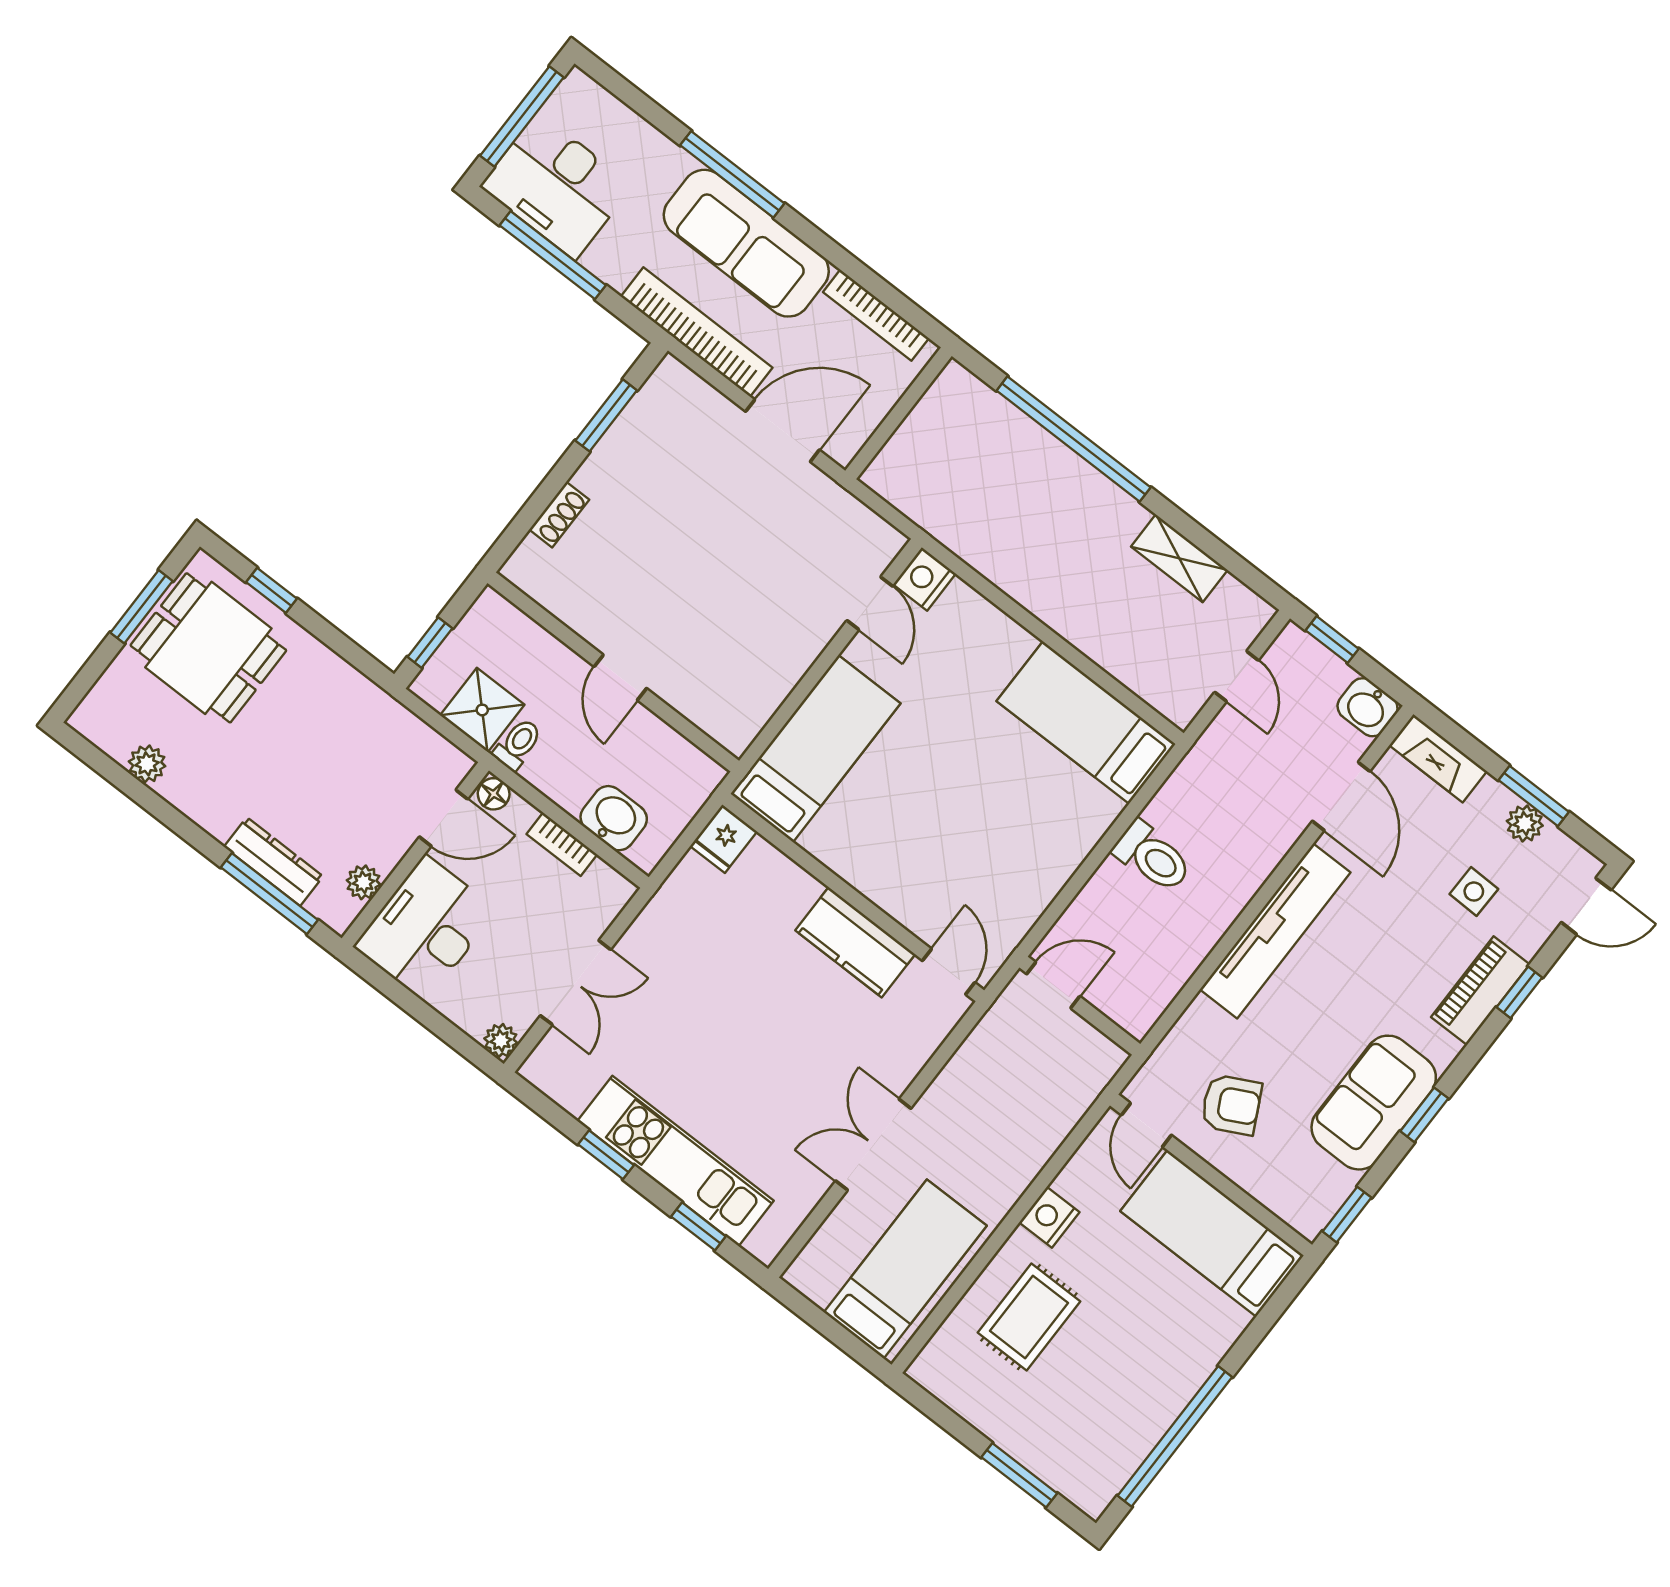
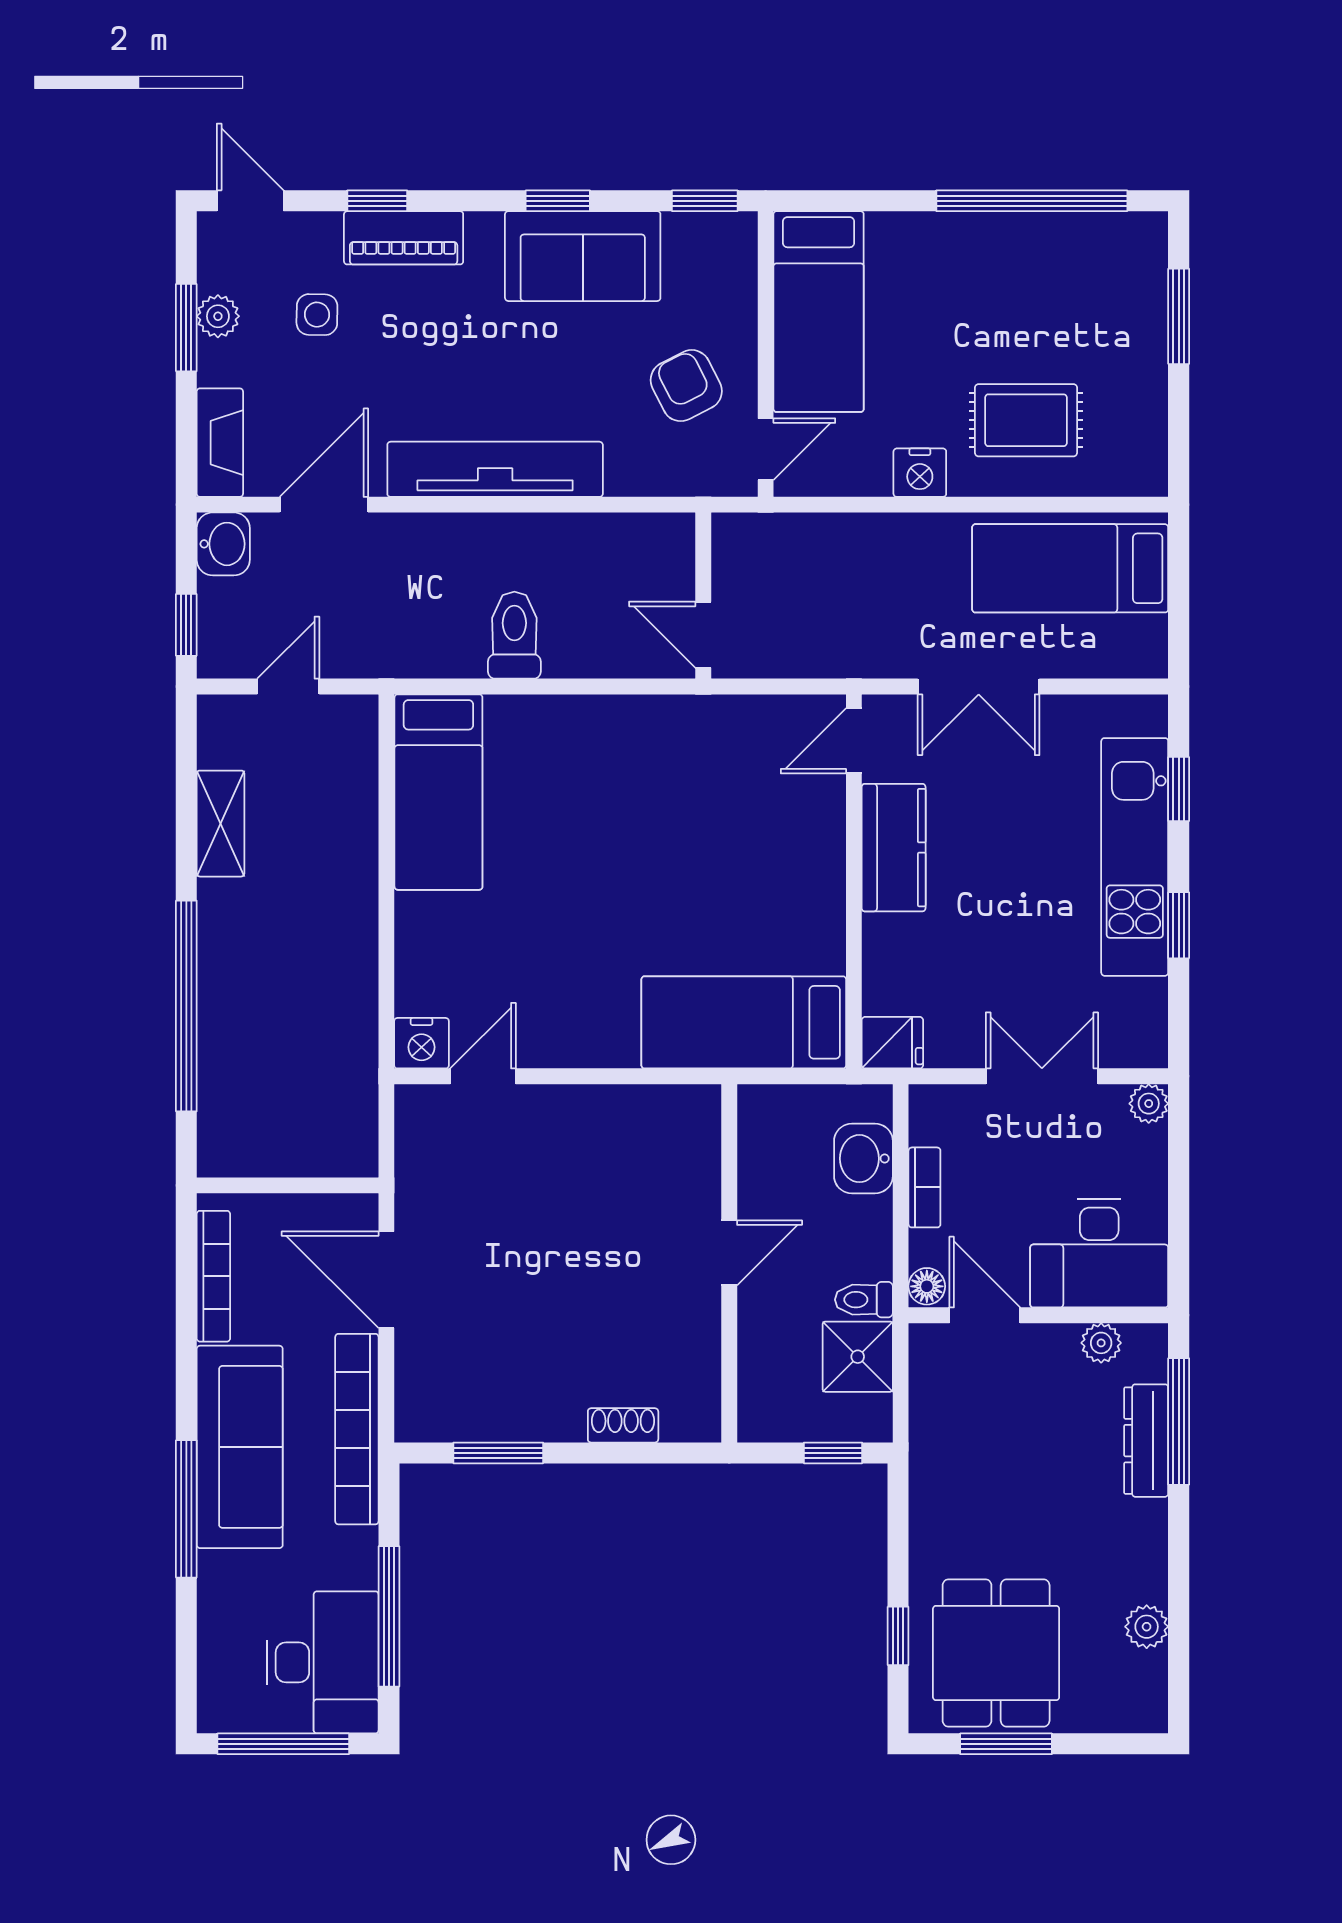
bed: (816, 749) -> (744, 1022), moved
fridge: (723, 839) -> (892, 1043), moved
wall: (853, 898) -> (854, 881), moved
kitchen counter: (855, 942) -> (894, 848), moved
door: (949, 972) -> (854, 741), moved

